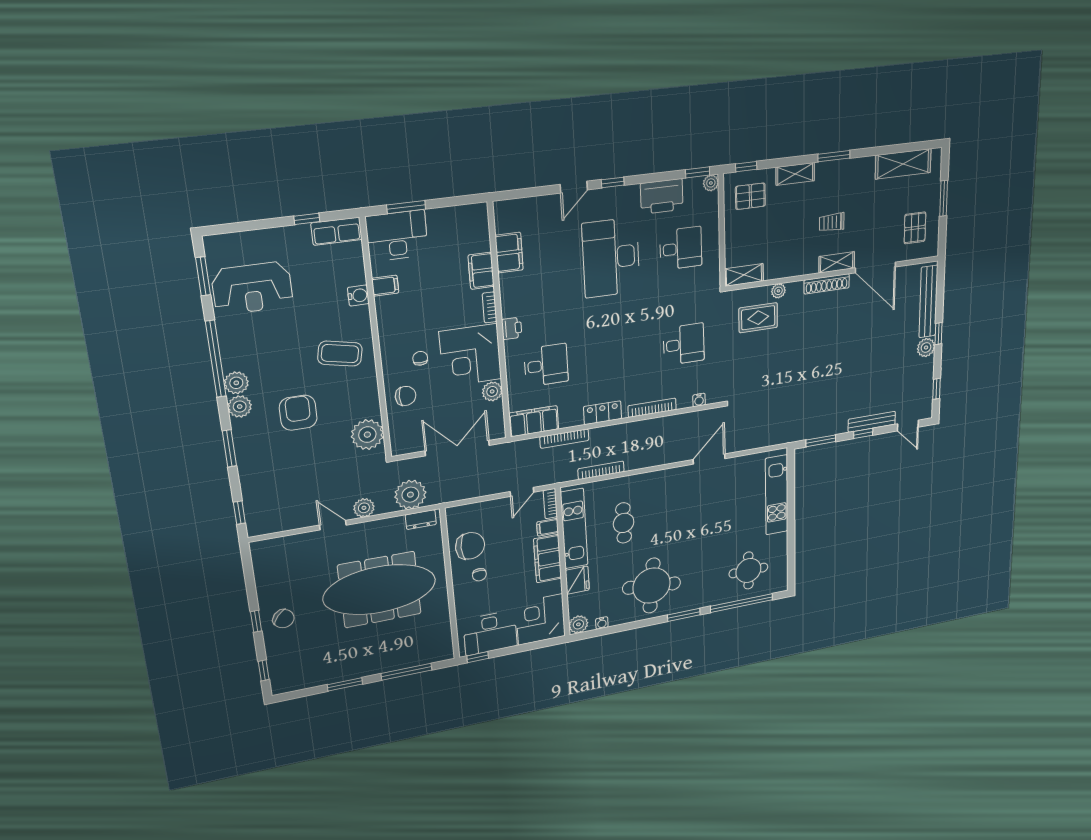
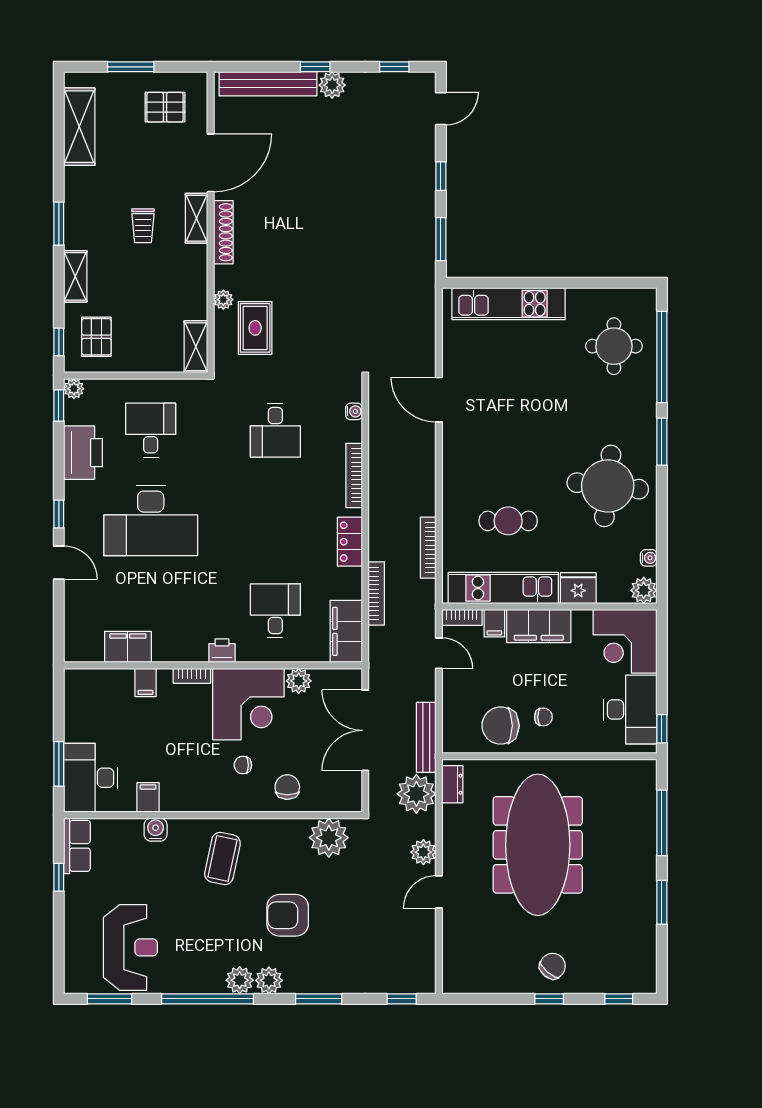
filing cabinet: (481, 271) -> (146, 682), width x0.50
desk: (684, 344) -> (275, 430), turned 180
bench: (872, 422) -> (426, 737), moved
chair: (470, 546) -> (501, 726), turned -90

